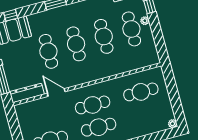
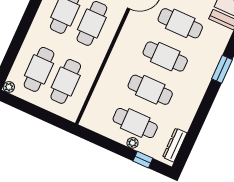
cafe table: (147, 114) -> (39, 69), added

